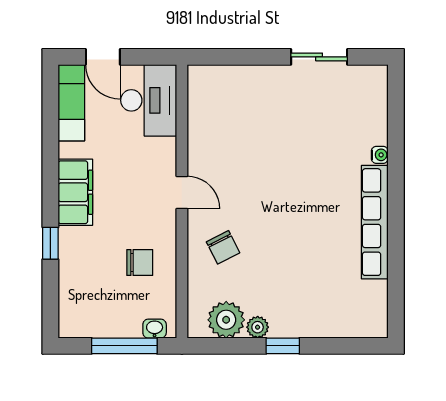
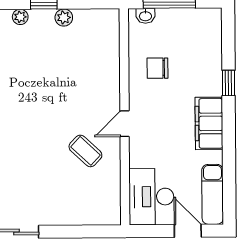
coffee table: (231, 159) -> (85, 151), added
door: (182, 193) -> (125, 124), hinge flipped
chair: (223, 247) -> (92, 81), removed
plant: (226, 320) -> (20, 17), moved, width x0.53, depth x0.53

